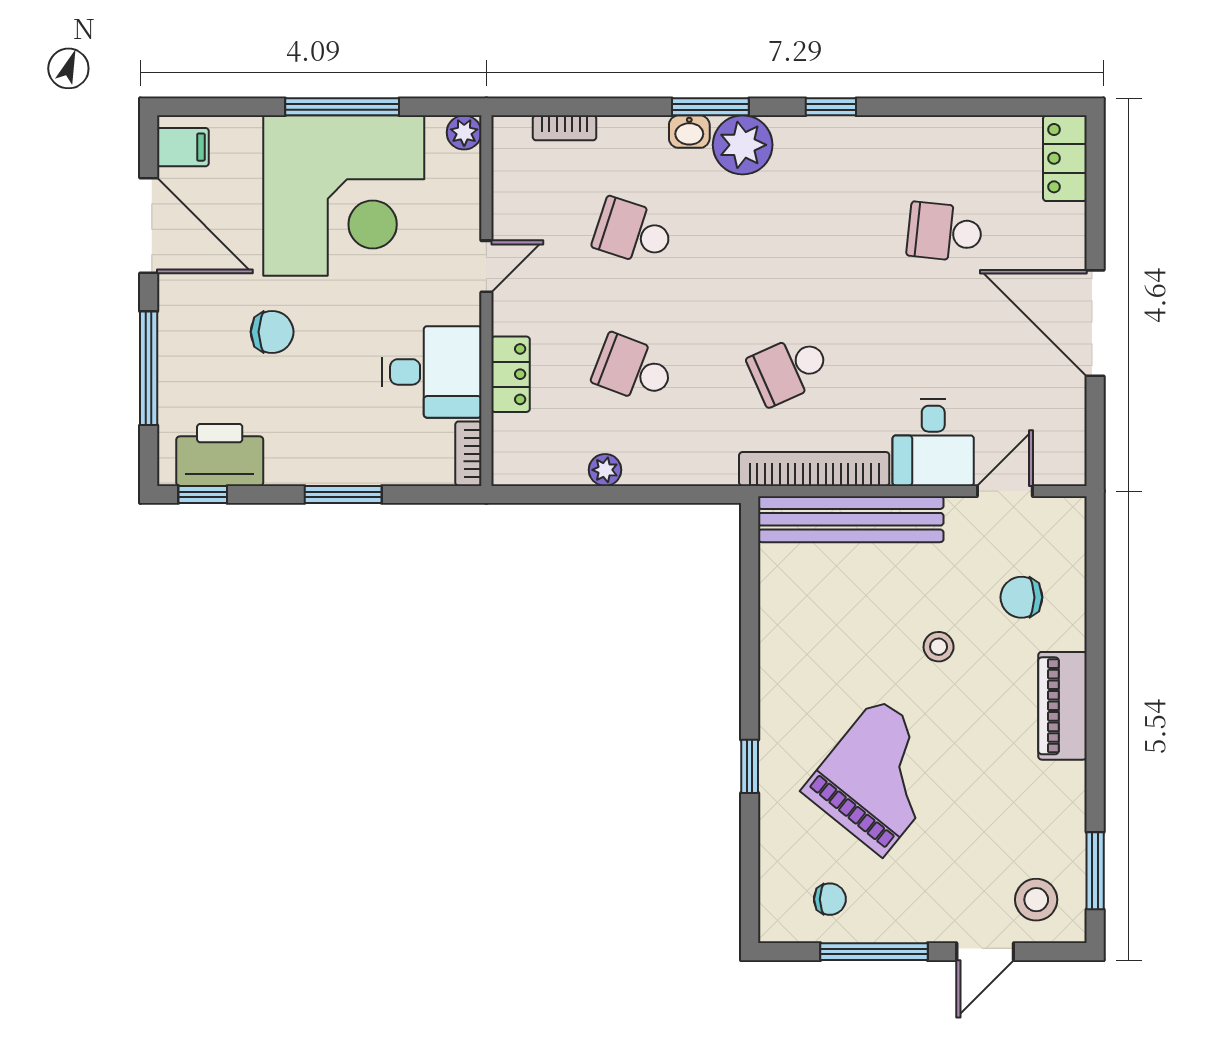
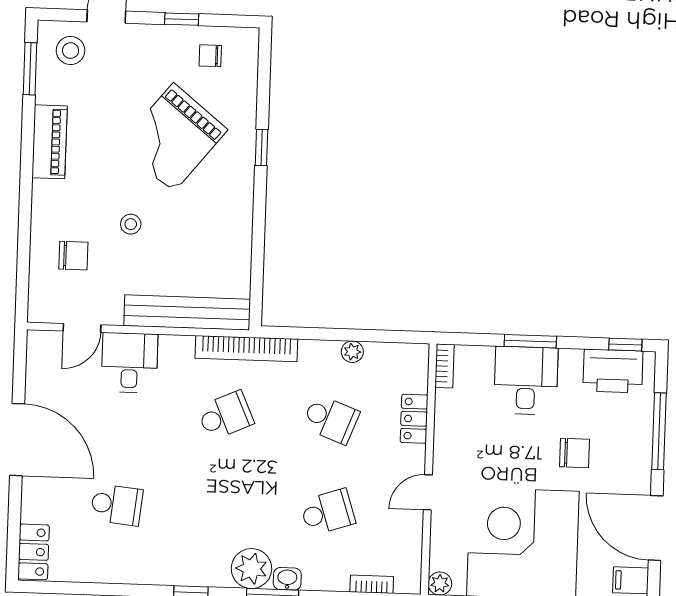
school desk: (633, 232) -> (328, 512), turned -36
chair: (272, 332) -> (575, 453), turned 180
desk: (432, 372) -> (526, 380), moved, turned 90
bookcase: (814, 469) -> (246, 349), moved
piano: (1062, 706) -> (50, 142), moved
window: (874, 952) -> (182, 19), width x0.46

